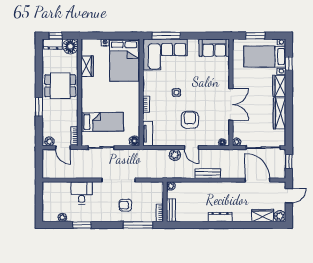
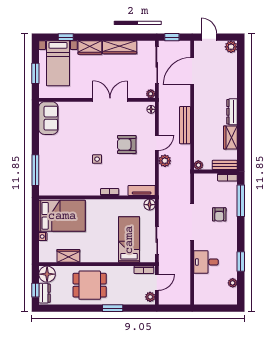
corner sofa: (166, 54) -> (56, 171), removed
dining table: (60, 86) -> (90, 285), turned 90
bench: (208, 174) -> (185, 125), width x1.36
wardrobe: (263, 215) -> (230, 137), moved

